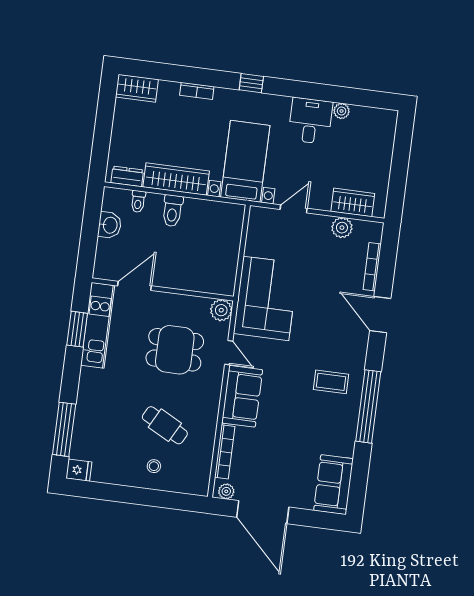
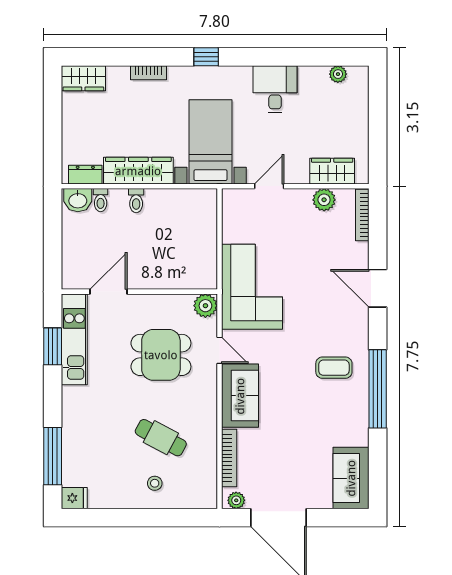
plant: (342, 111) -> (338, 74), moved
toilet: (172, 211) -> (136, 201), width x0.73, depth x0.72
washbasin: (110, 225) -> (78, 200), moved, turned 90
bookcase: (372, 267) -> (362, 215), moved

